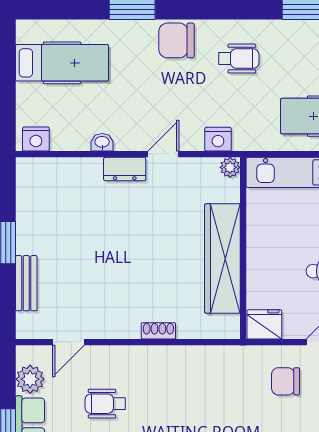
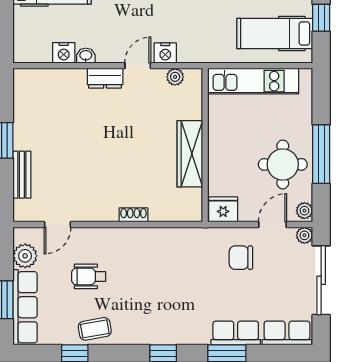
nightstand: (36, 139) -> (64, 53), moved
nightstand: (218, 139) -> (165, 53), moved
plant: (230, 167) -> (175, 77), moved
wardrobe: (222, 258) -> (190, 154), width x0.71, depth x0.85

